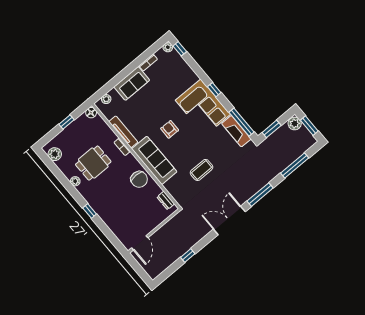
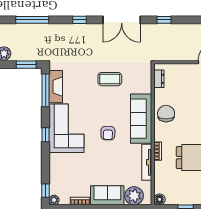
plant: (106, 99) -> (134, 196), width x1.87, depth x1.87
window: (260, 195) -> (80, 20), width x0.46
window: (188, 256) -> (164, 20), moved

